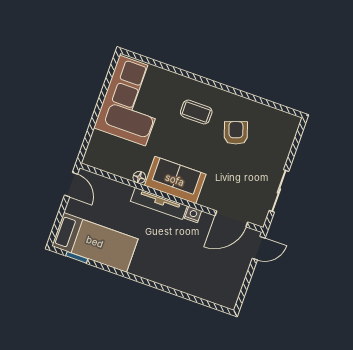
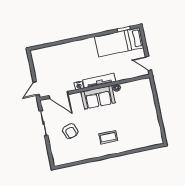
corner sofa: (132, 101) -> (143, 124), removed
armchair: (236, 133) -> (70, 131), moved
door: (231, 219) -> (59, 95), swing flipped

